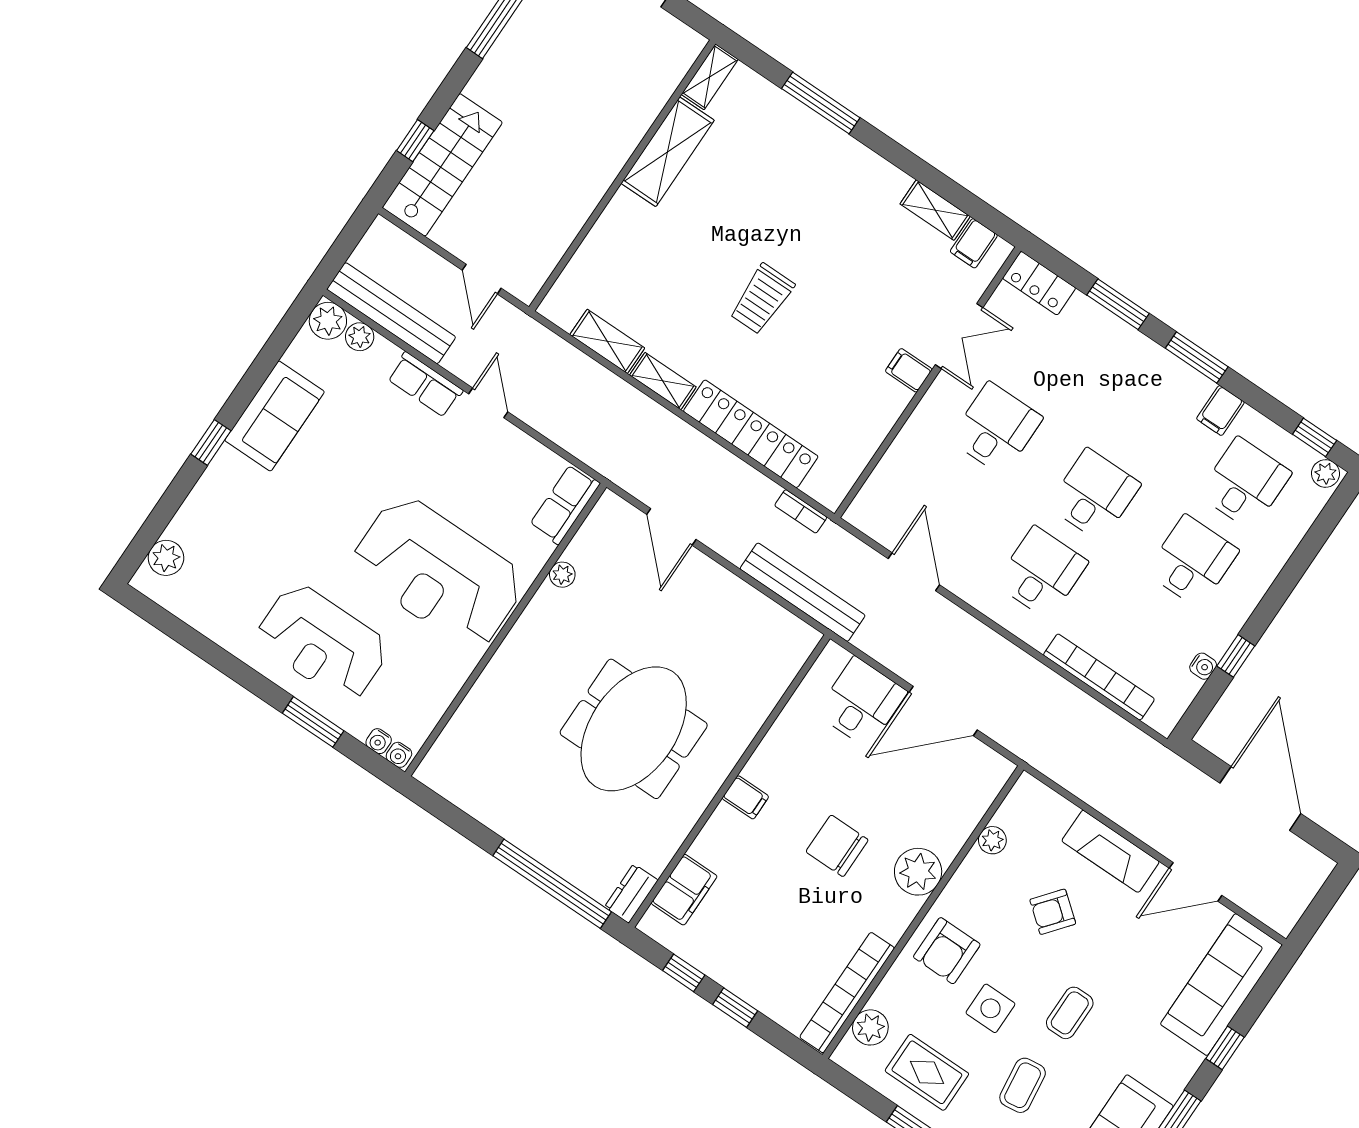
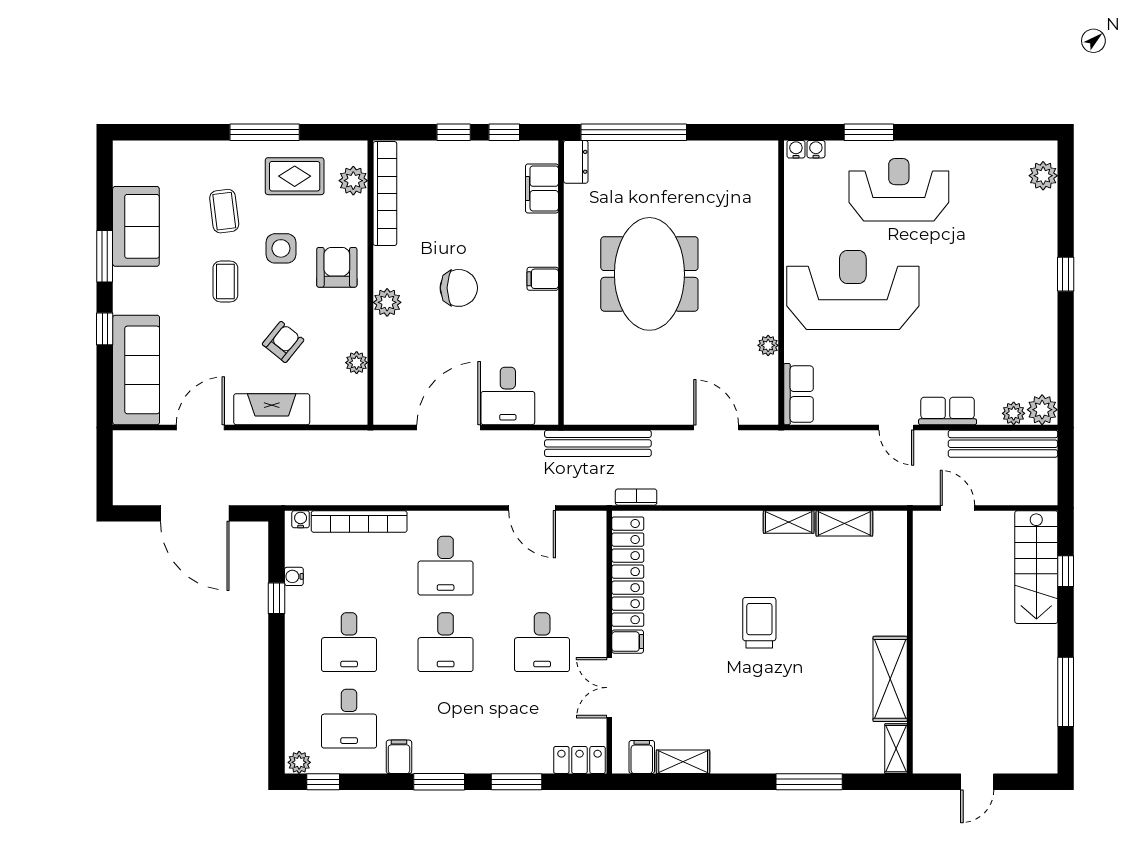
sofa: (275, 416) -> (1035, 321), removed
locker: (751, 434) -> (628, 572), moved, turned -90
water cooler: (1157, 720) -> (301, 519), added
plant: (918, 872) -> (387, 302), width x0.73, depth x0.73

